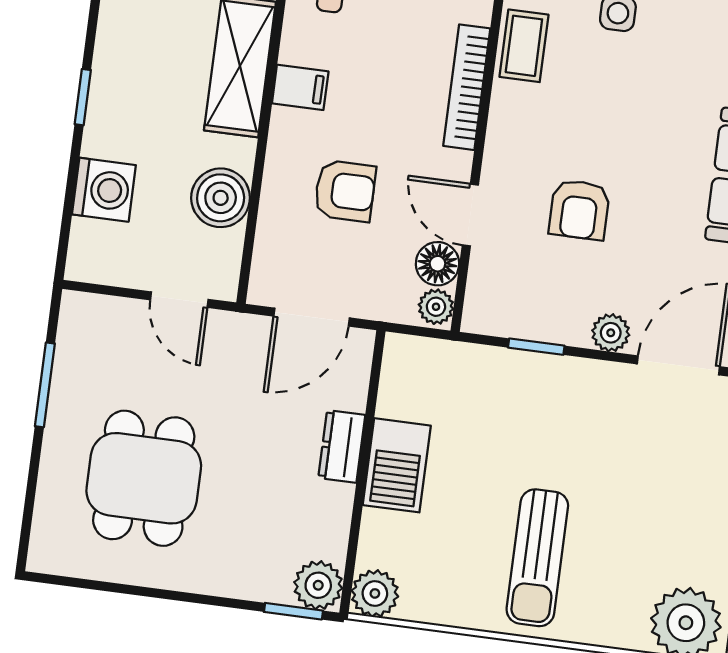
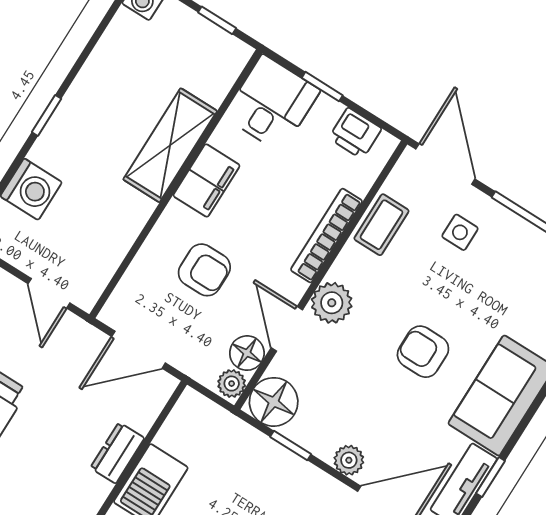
filing cabinet: (300, 87) -> (206, 180), width x2.00
plant: (508, 161) -> (332, 303), added
boiler: (221, 198) -> (112, 234), removed
armchair: (579, 210) -> (423, 352), moved, turned 90
floor lamp: (494, 306) -> (274, 402), added

